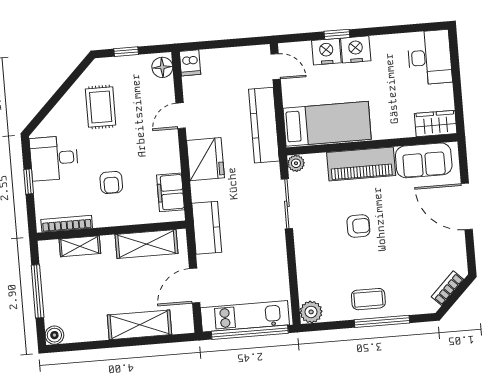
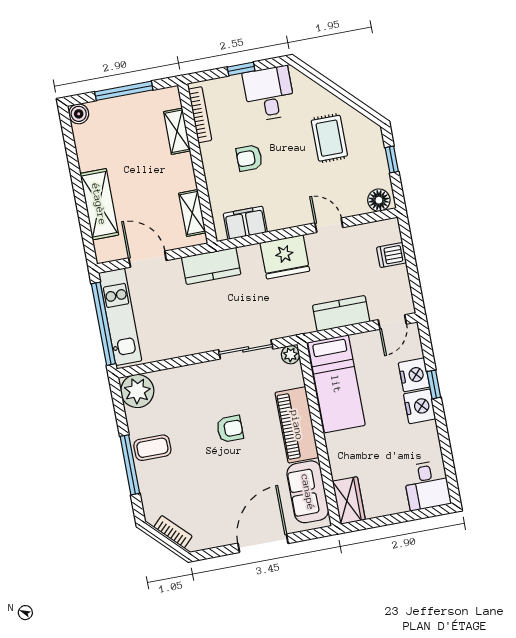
desk: (430, 57) -> (427, 485), width x0.73
dishwasher: (190, 63) -> (392, 255), moved
rug: (101, 107) -> (329, 138), turned 90
kitchen counter: (264, 125) -> (341, 314), width x0.67
armchair: (358, 226) -> (230, 429), turned -90
shelving: (147, 244) -> (192, 213), width x0.67, depth x0.75
coffee table: (368, 299) -> (152, 448), turned 90
plant: (311, 312) -> (137, 391), width x1.36, depth x1.36

